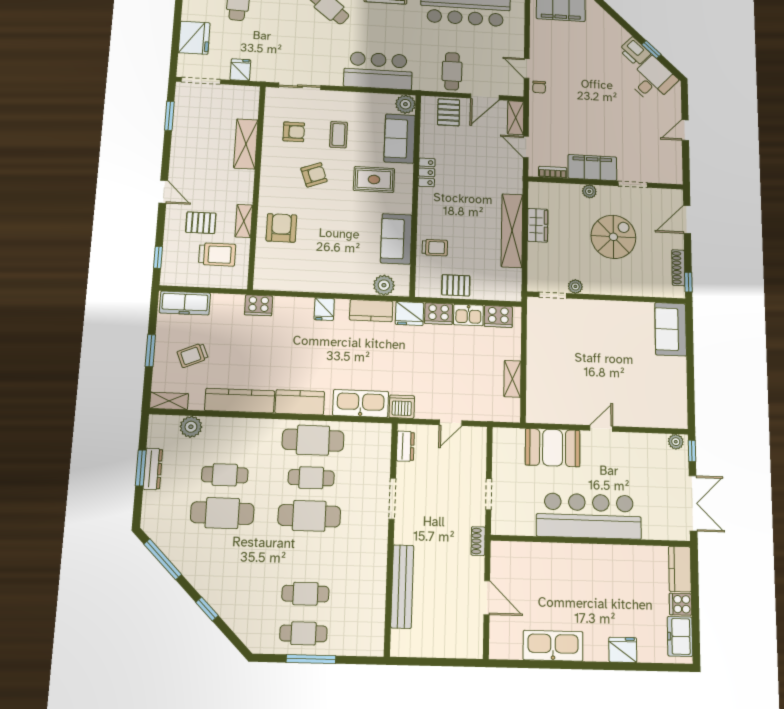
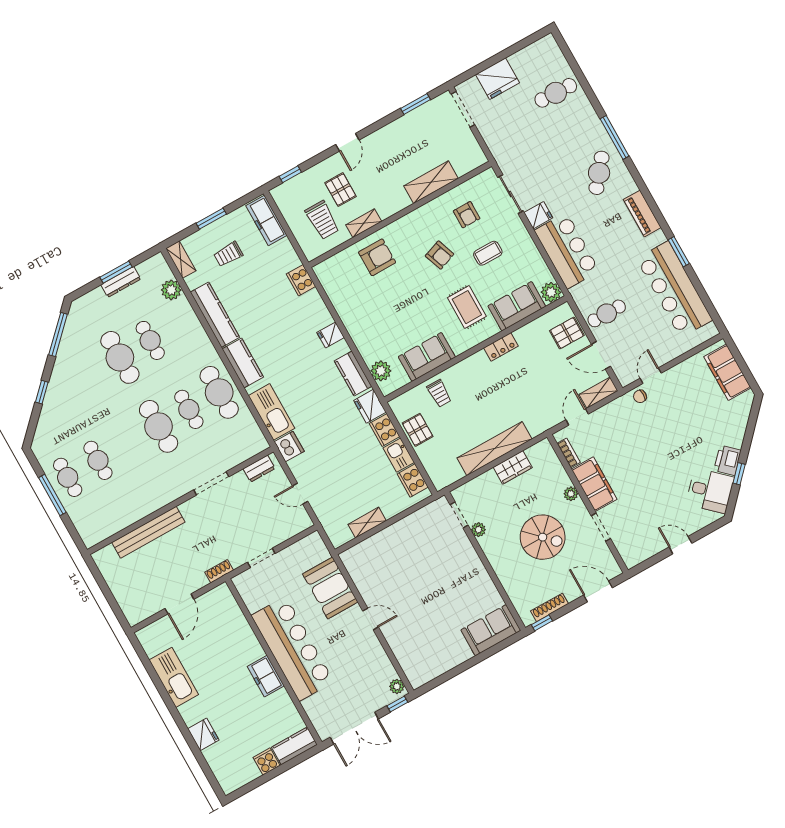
fridge: (240, 70) -> (538, 215), moved
trolley: (193, 355) -> (228, 254), turned -67
freezer: (680, 636) -> (266, 676), moved, turned -90

